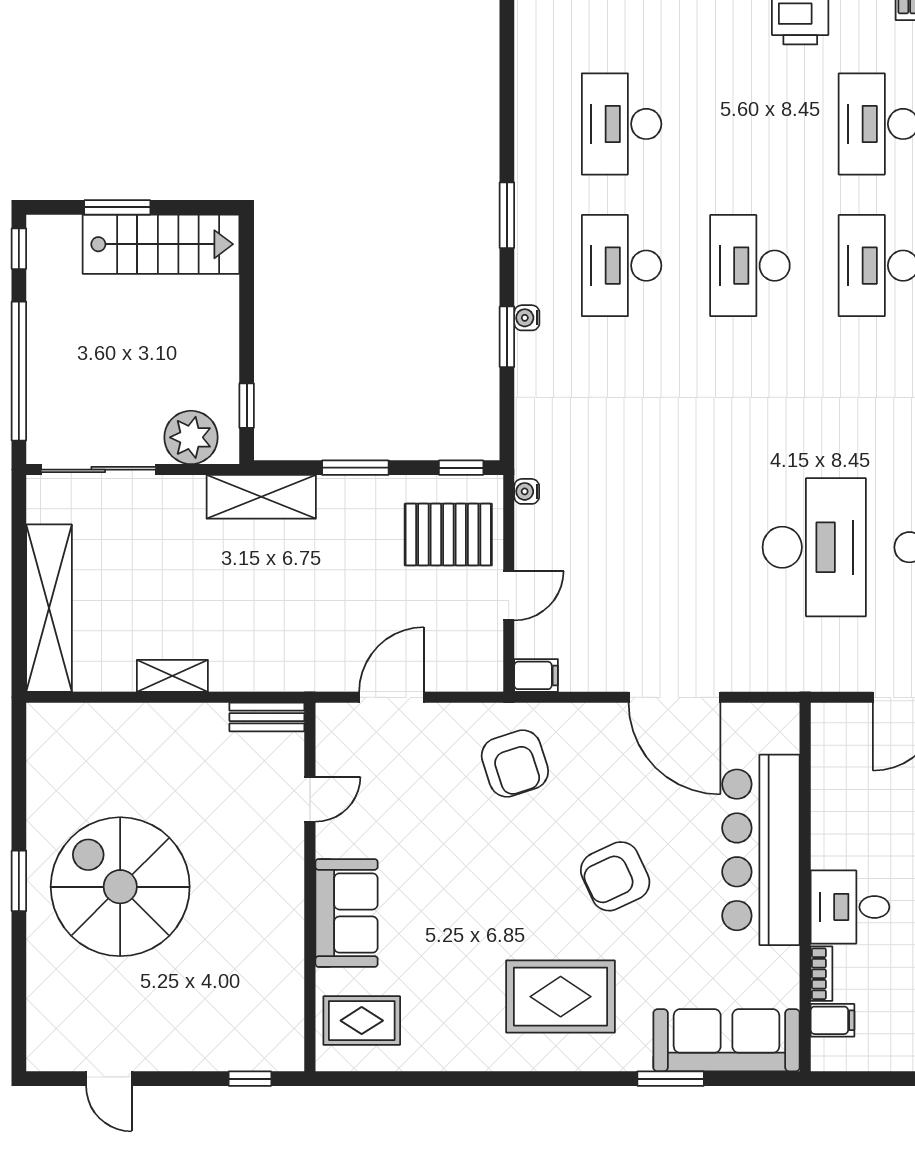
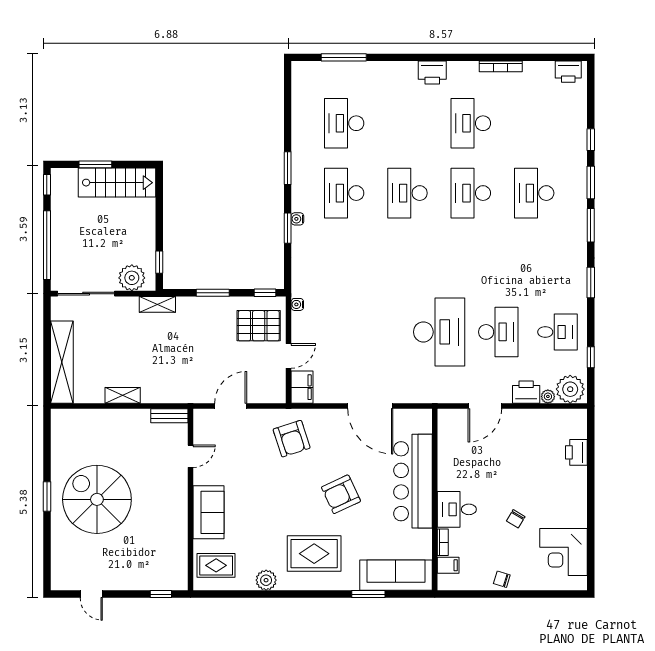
shelving: (261, 497) -> (157, 304), width x0.67, depth x0.75
filing cabinet: (536, 675) -> (302, 387), width x2.00
plant: (463, 1051) -> (266, 580), added

